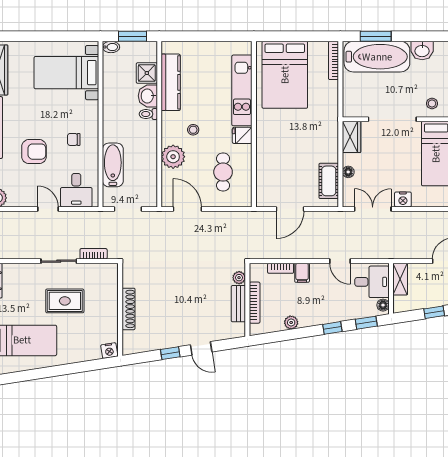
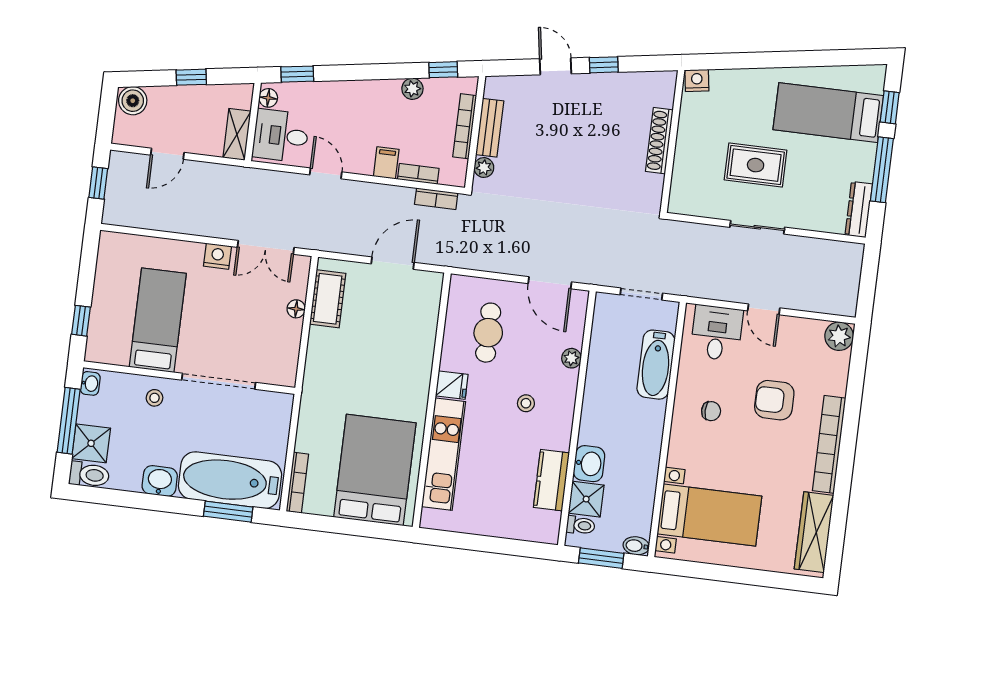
kitchen counter: (171, 82) -> (551, 480), width x0.67
toilet: (148, 114) -> (581, 525), moved
wardrobe: (351, 137) -> (284, 362), removed
plant: (173, 157) -> (571, 358), width x0.53, depth x0.53
bookcase: (94, 254) -> (436, 199), moved
window: (332, 328) -> (443, 70), moved

